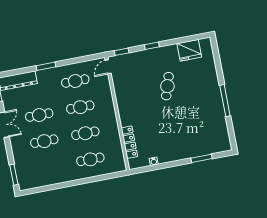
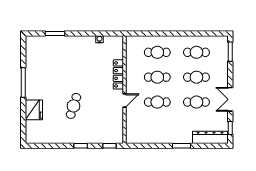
fridge: (189, 50) -> (34, 110), moved, turned 90
door: (108, 67) -> (125, 101), moved
cafe table: (75, 81) -> (196, 52), moved
locker: (129, 142) -> (118, 74), moved

